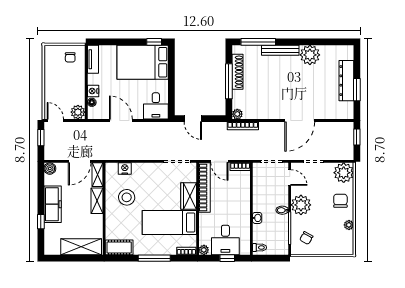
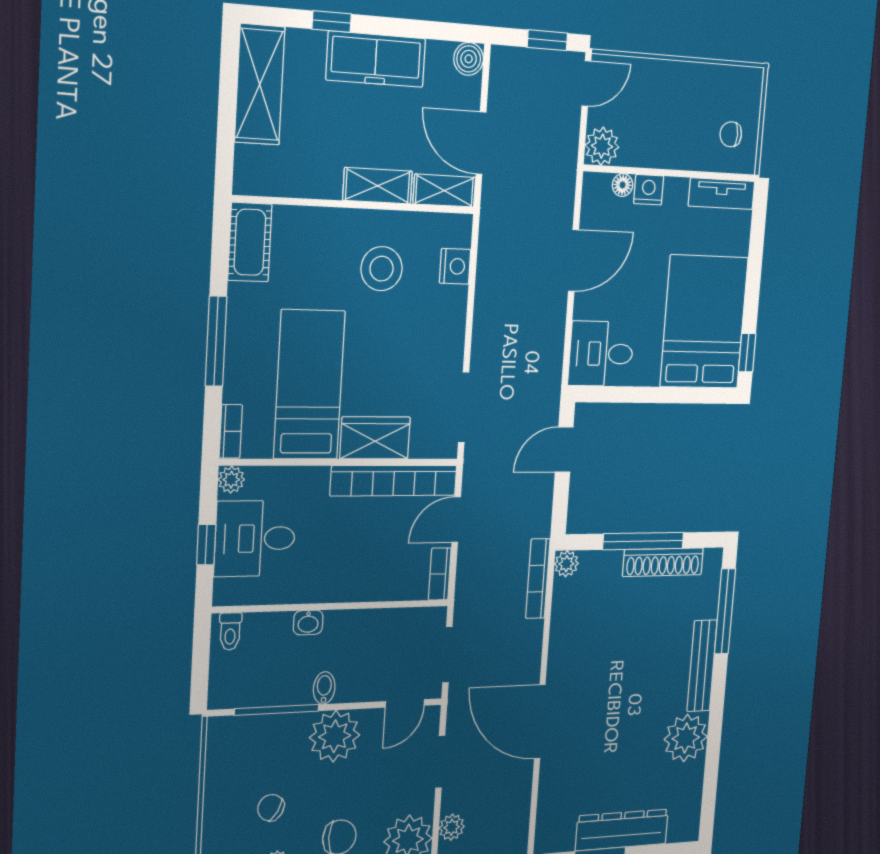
plant: (340, 155) -> (452, 827), added
chair: (306, 238) -> (271, 808), moved
shelving: (81, 247) -> (260, 84), moved

